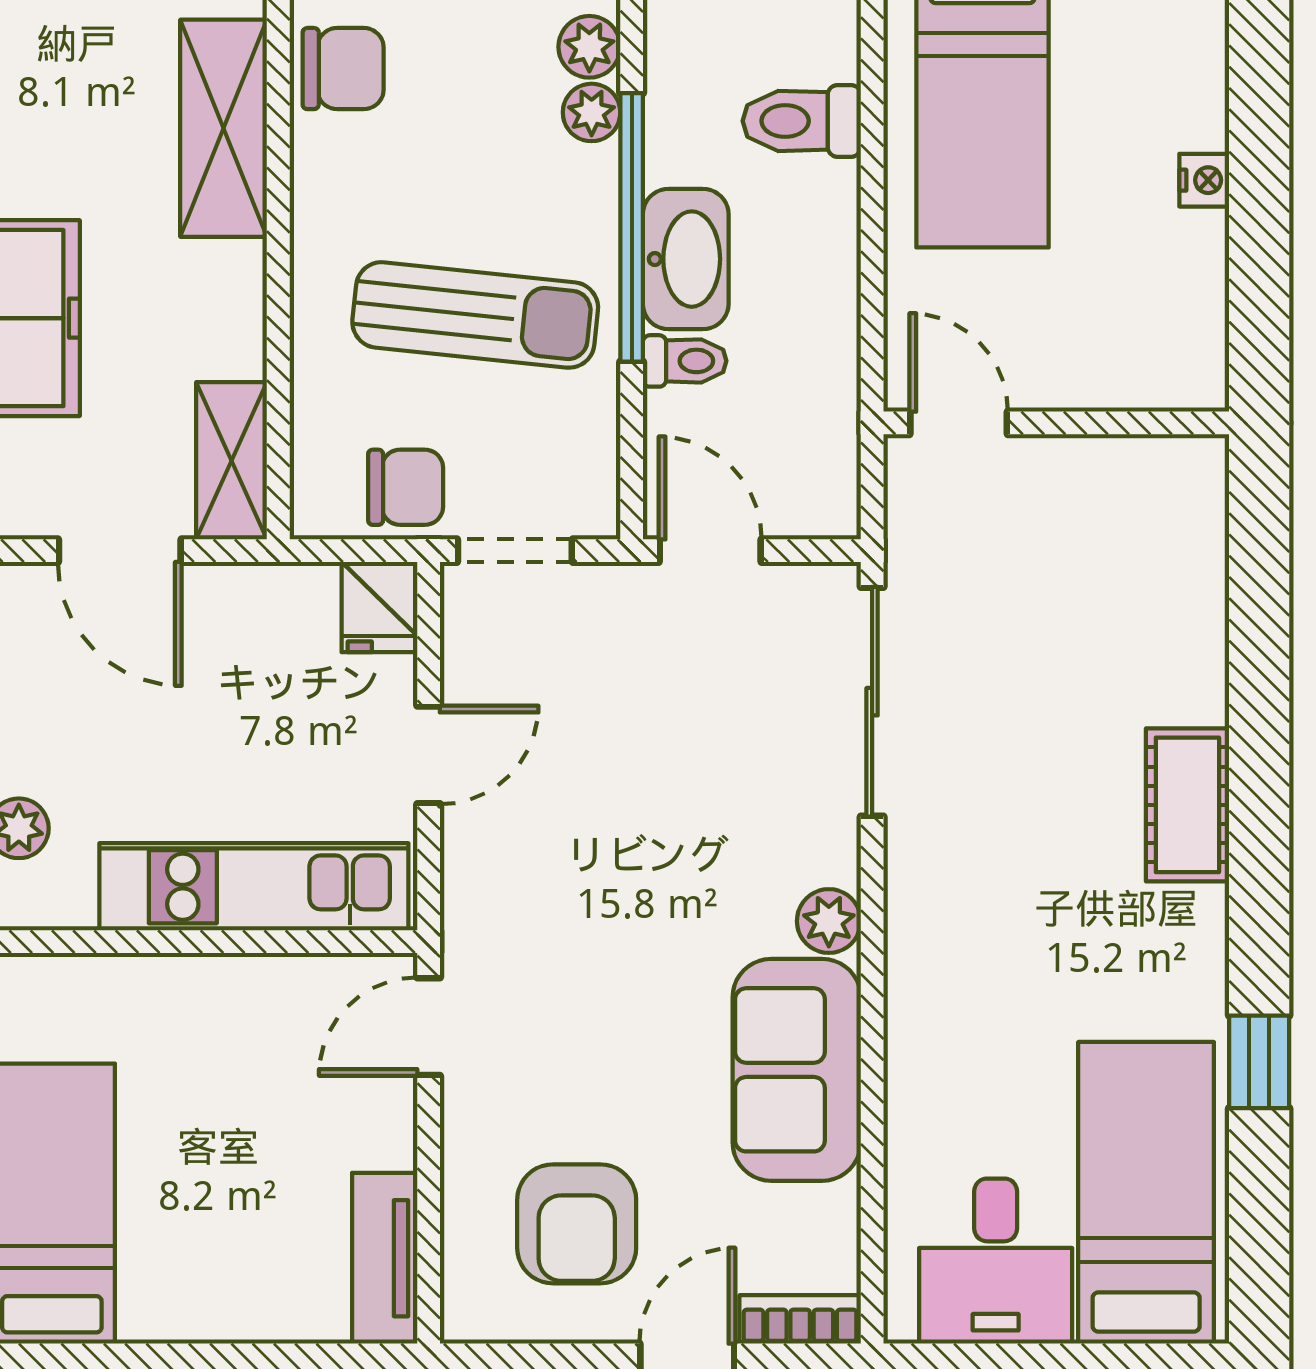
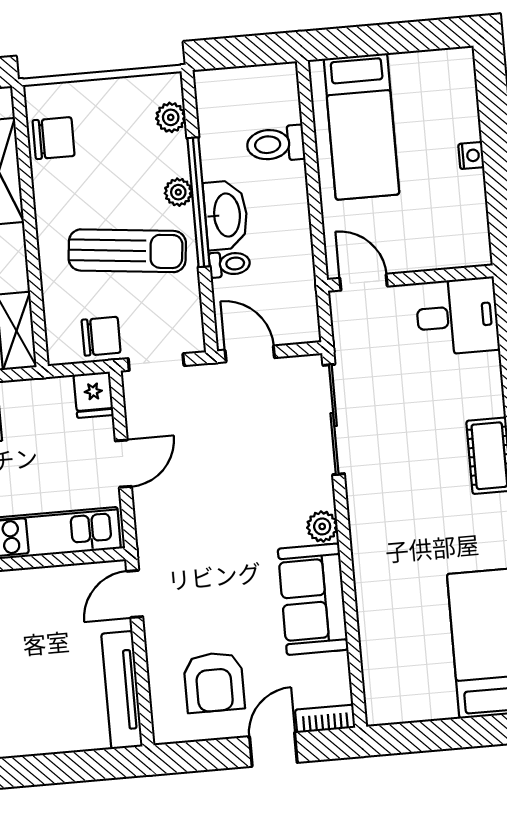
plant: (592, 112) -> (178, 192), moved
tv unit: (385, 1258) -> (122, 690), width x1.41
desk: (996, 1261) -> (457, 316), moved, turned -90

